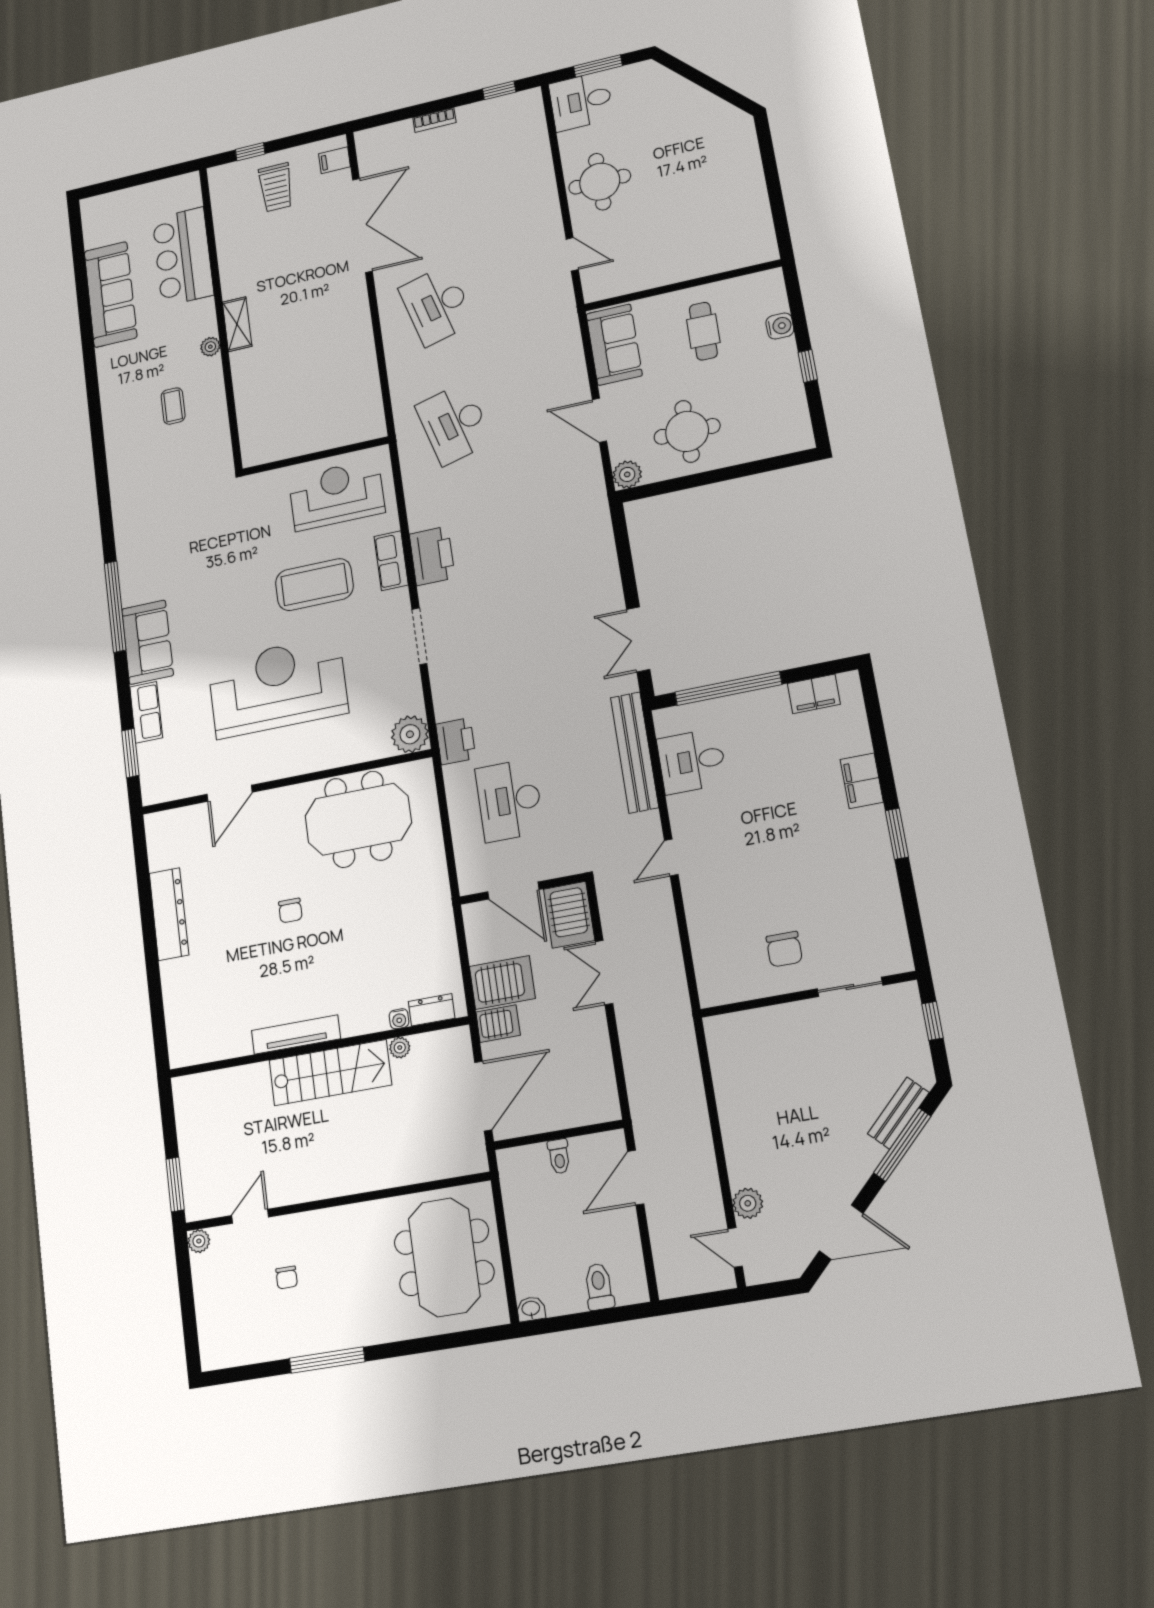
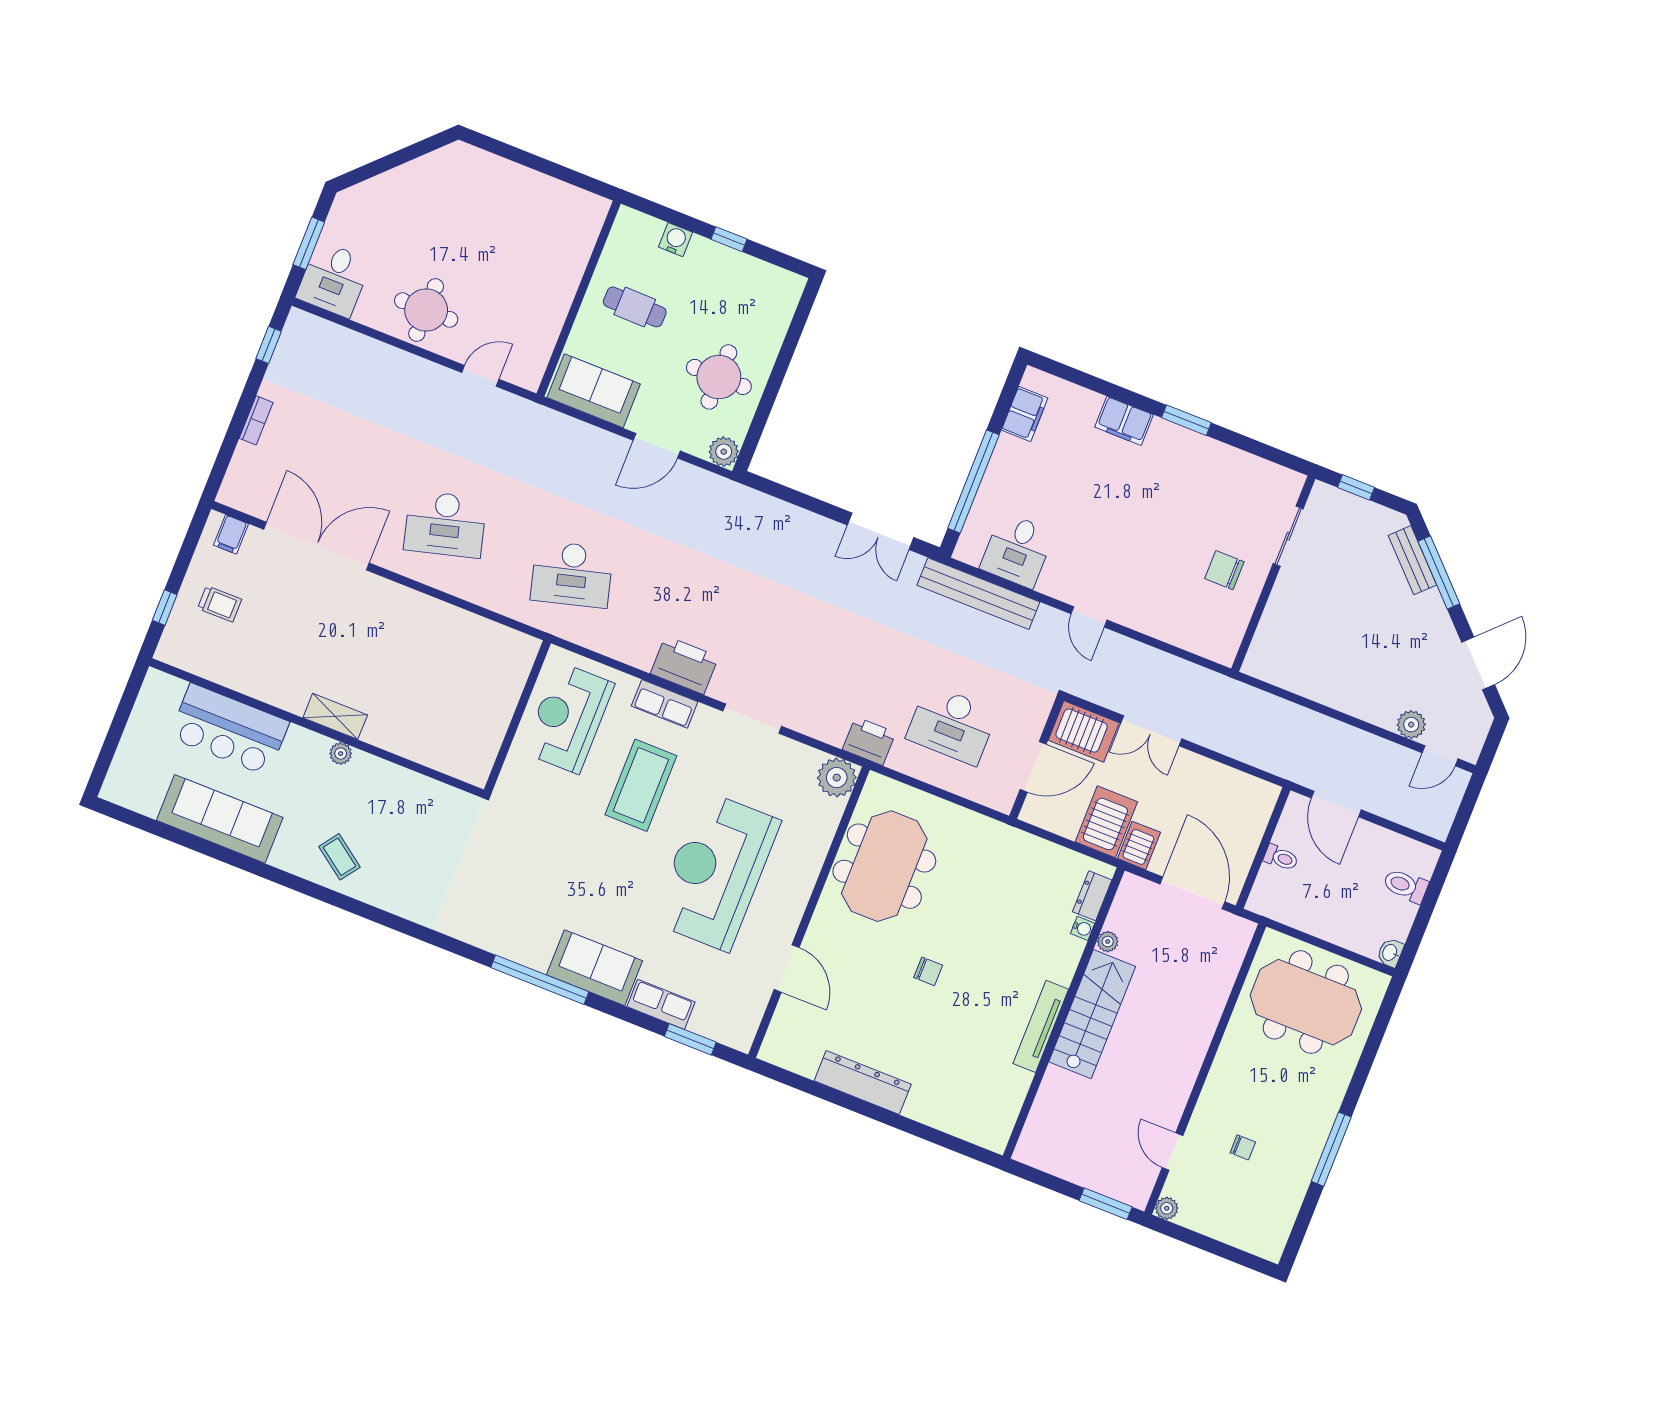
trolley: (276, 187) -> (220, 604), width x0.73, depth x0.72
coffee table: (173, 406) -> (340, 857), moved, turned 36
chair: (784, 949) -> (1224, 570), turned 180

